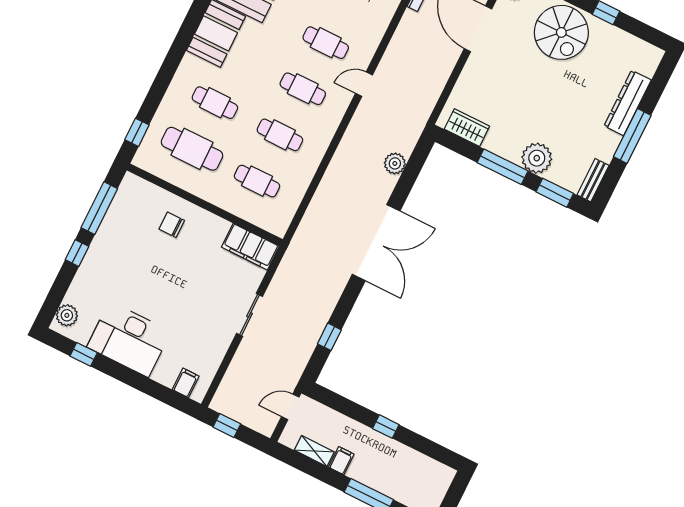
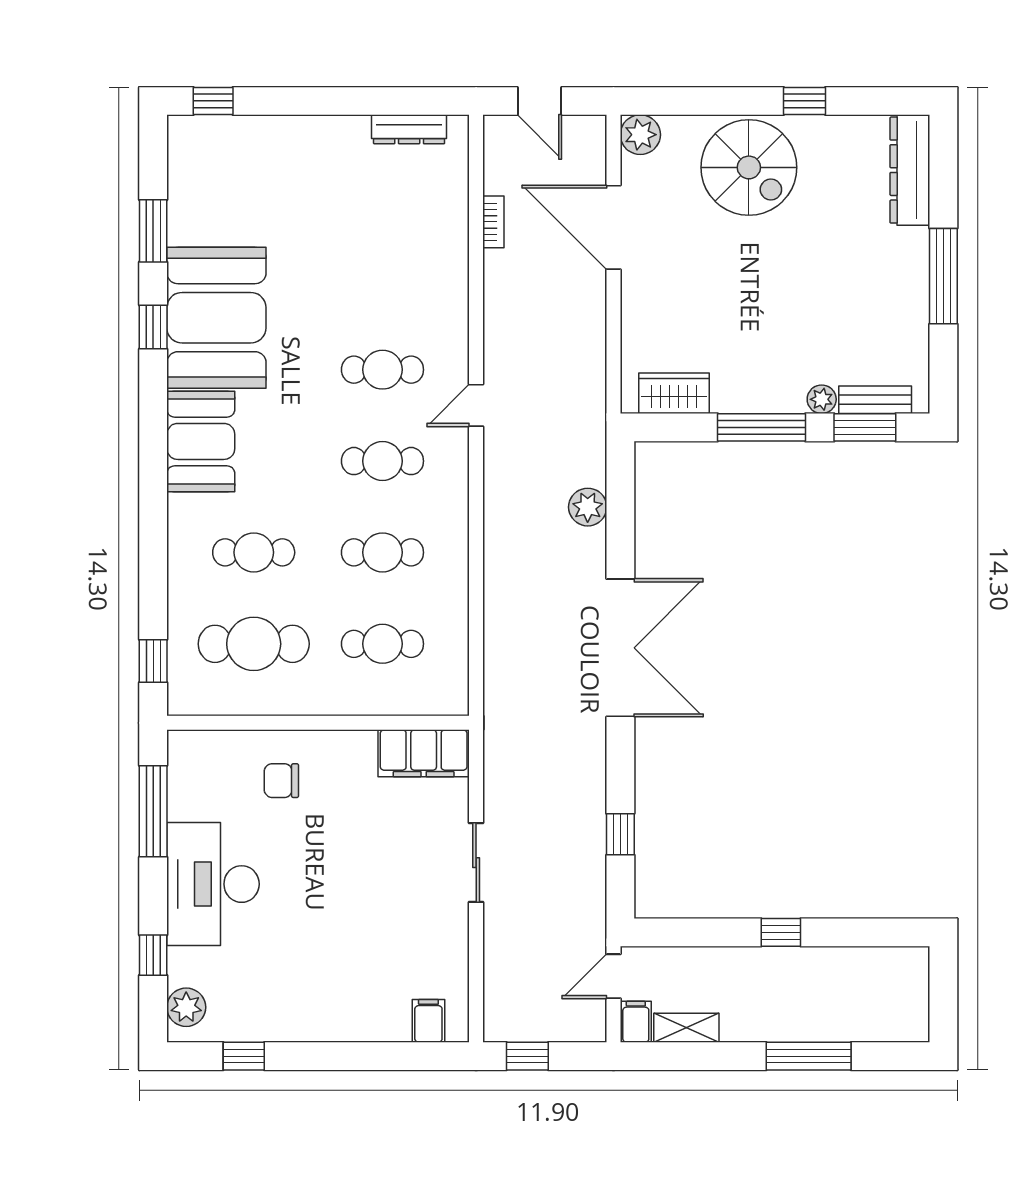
dresser: (628, 103) -> (910, 170), moved
plant: (537, 158) -> (822, 399), width x0.53, depth x0.53
bench: (593, 180) -> (875, 400), moved, turned 90
window: (77, 253) -> (153, 955), moved
desk: (129, 339) -> (213, 884), moved, turned 90
filing cabinet: (341, 461) -> (636, 1022), moved

